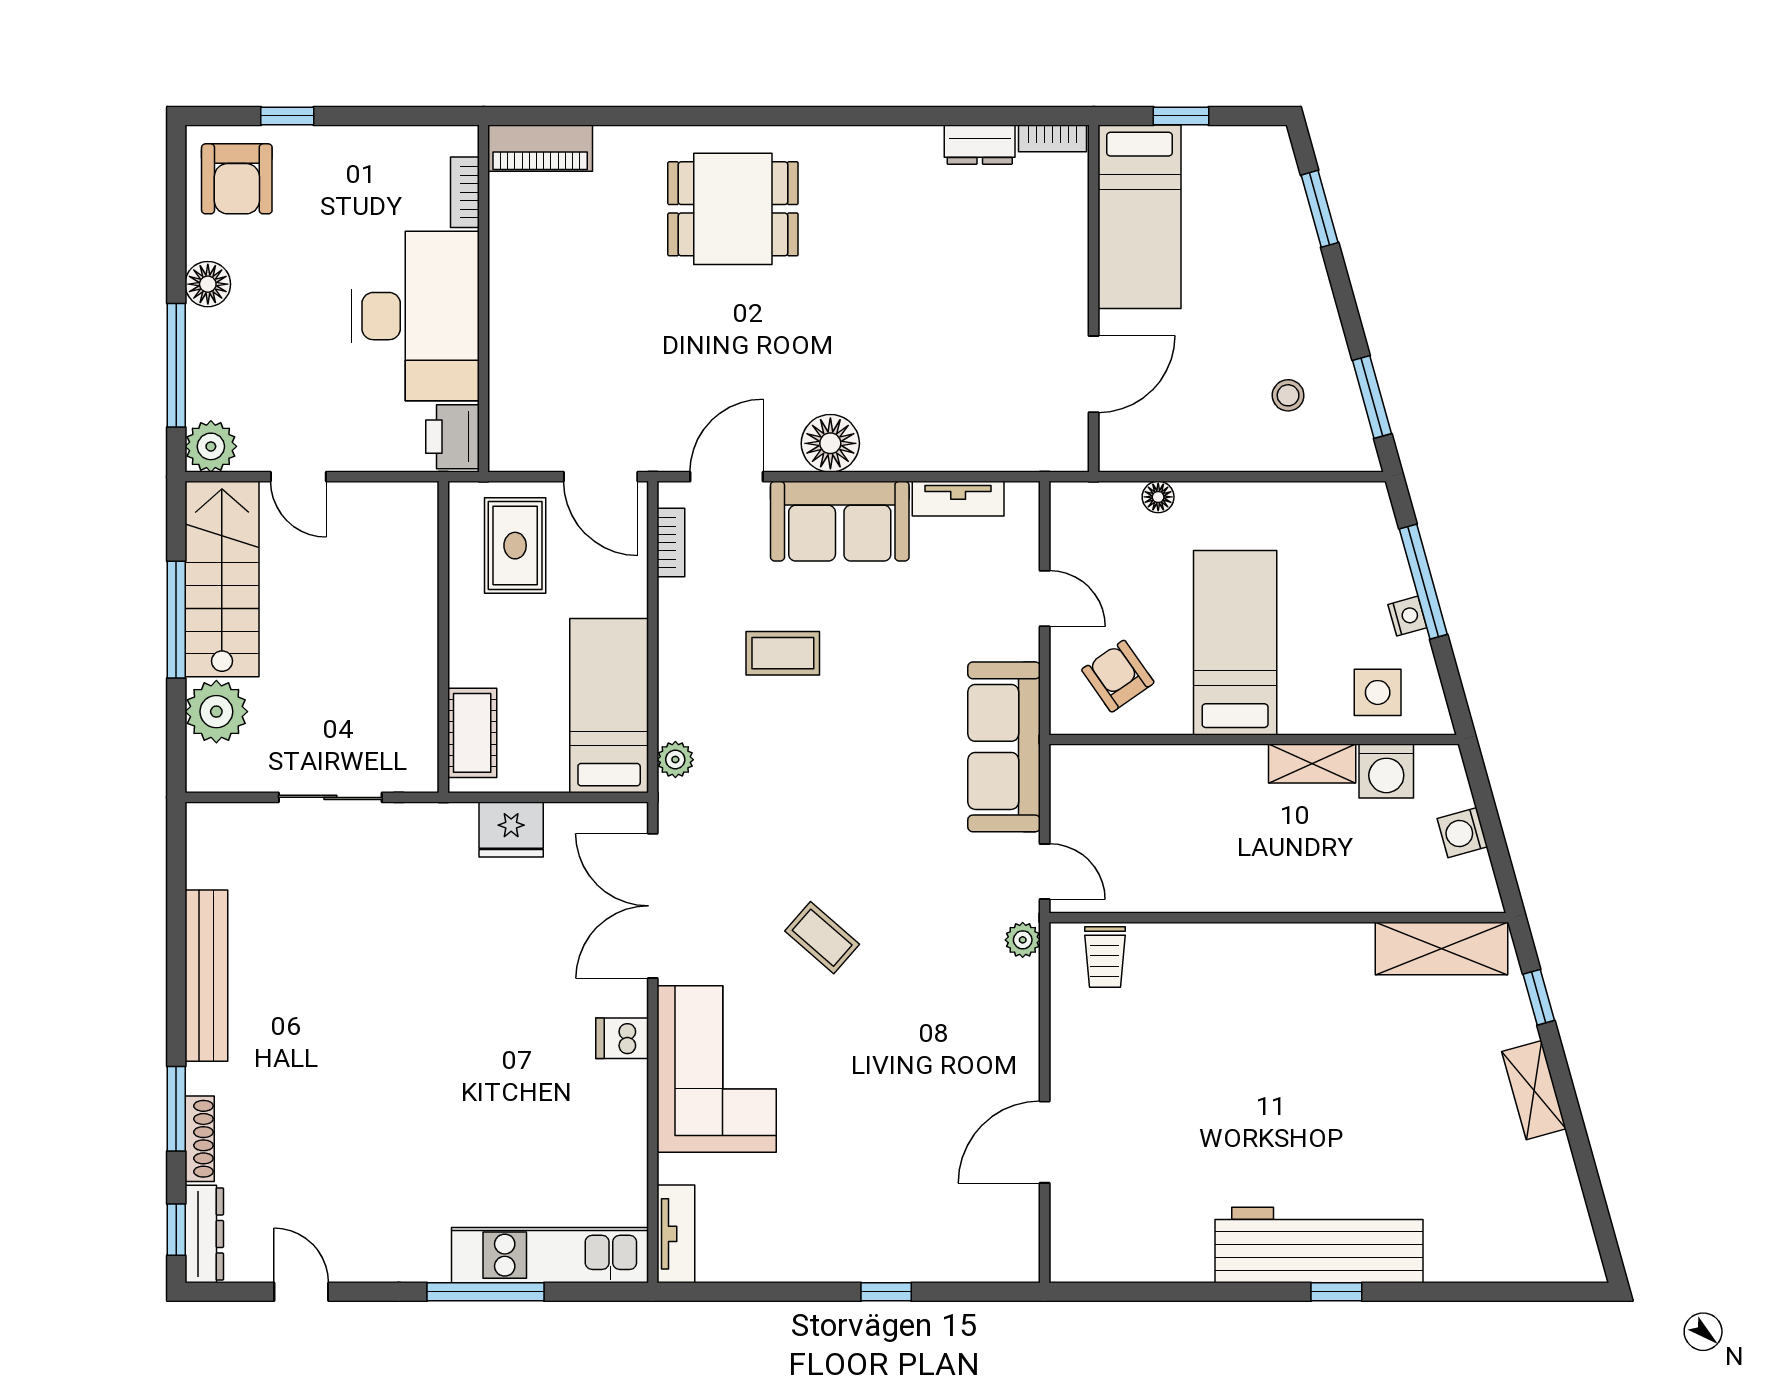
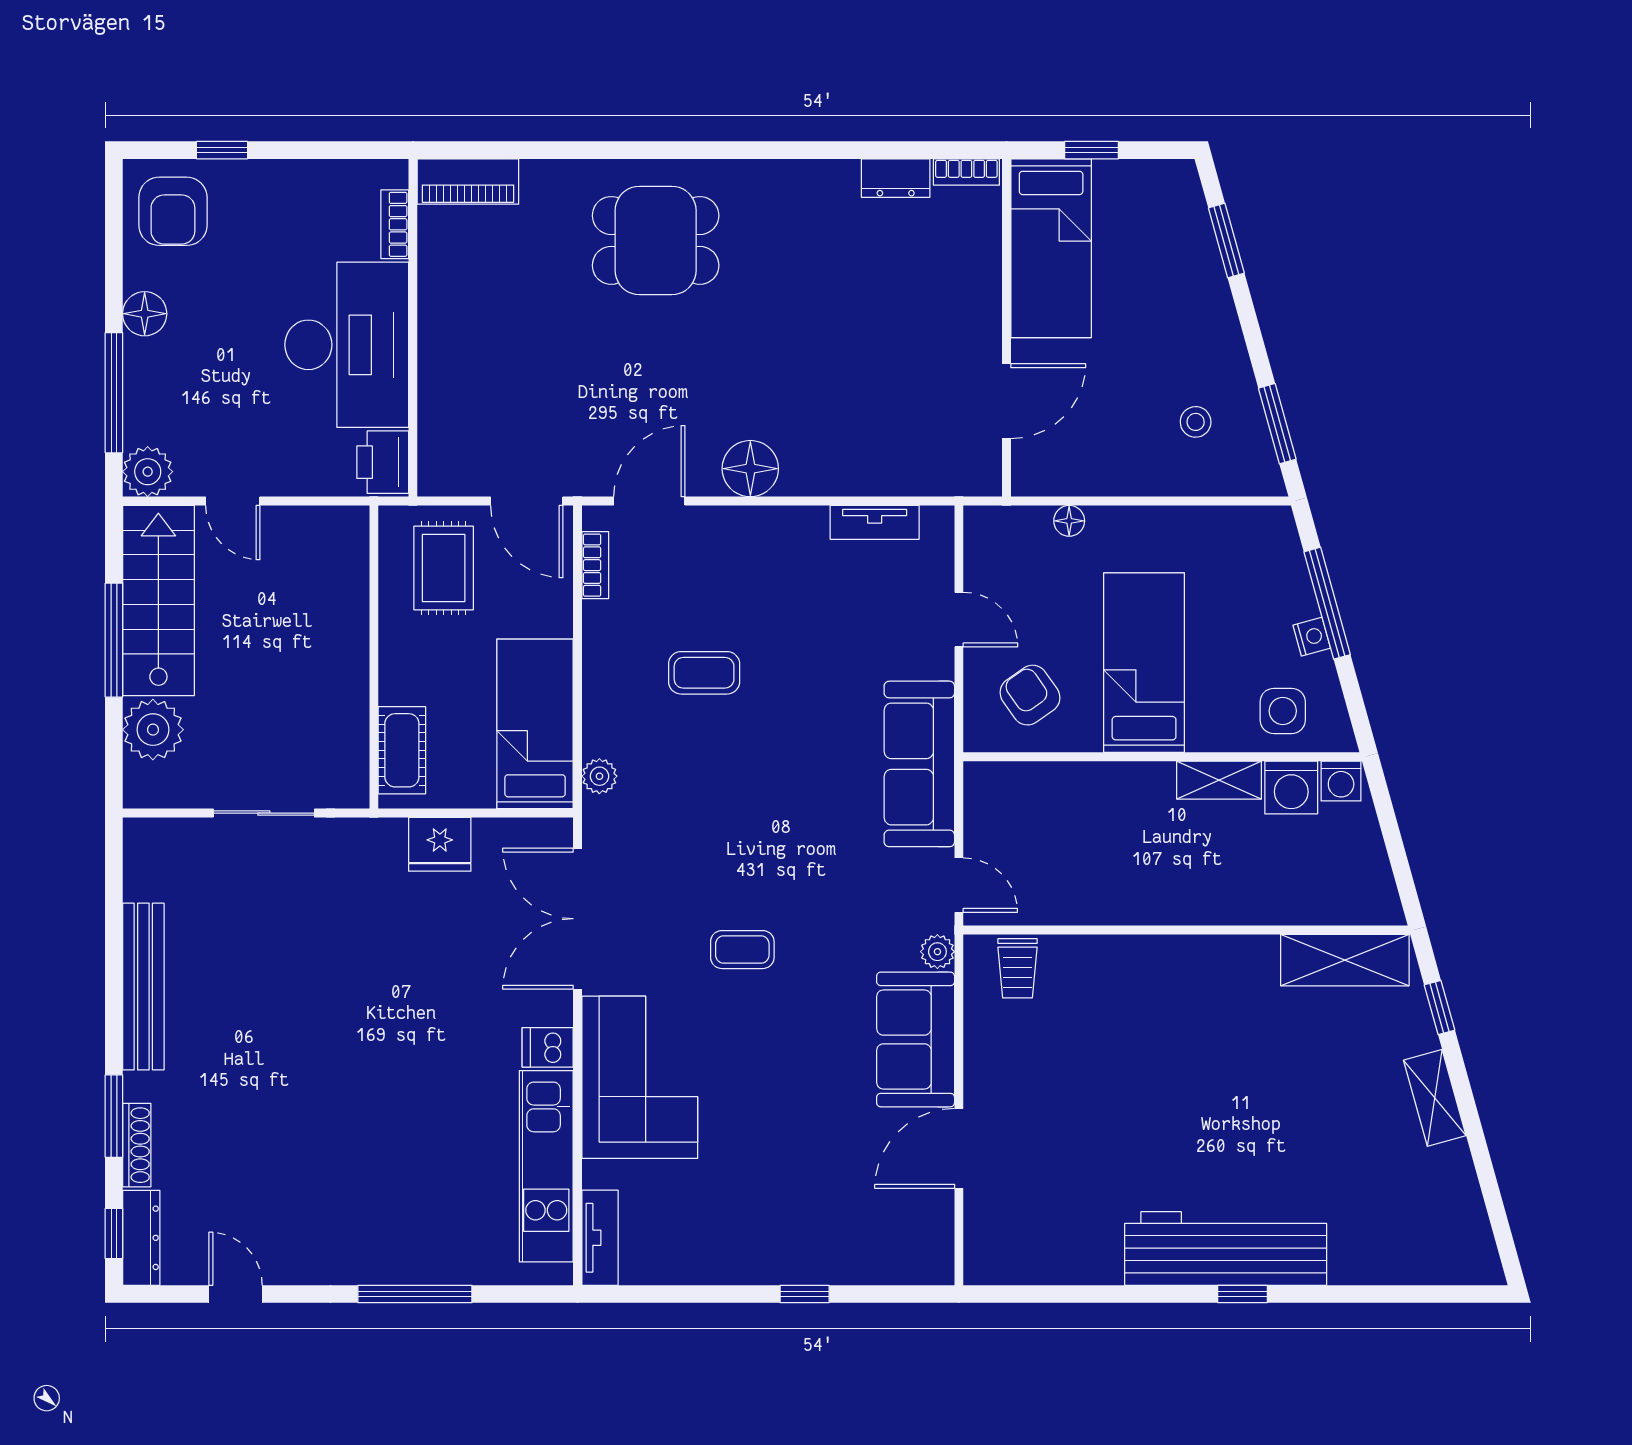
sofa: (840, 521) -> (916, 1039), moved, turned 90
washing machine: (1462, 833) -> (1341, 781), moved, turned -74
coffee table: (822, 938) -> (742, 950), turned -41
kitchen unit: (550, 1255) -> (546, 1166), moved, turned -90

